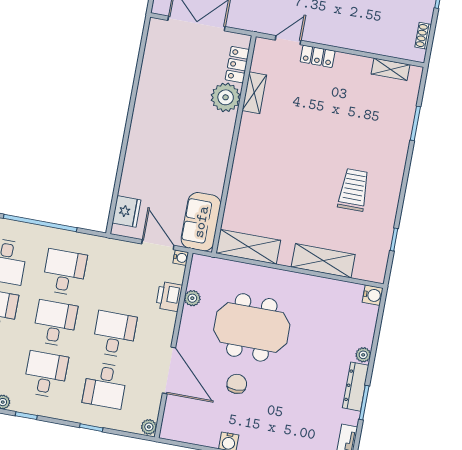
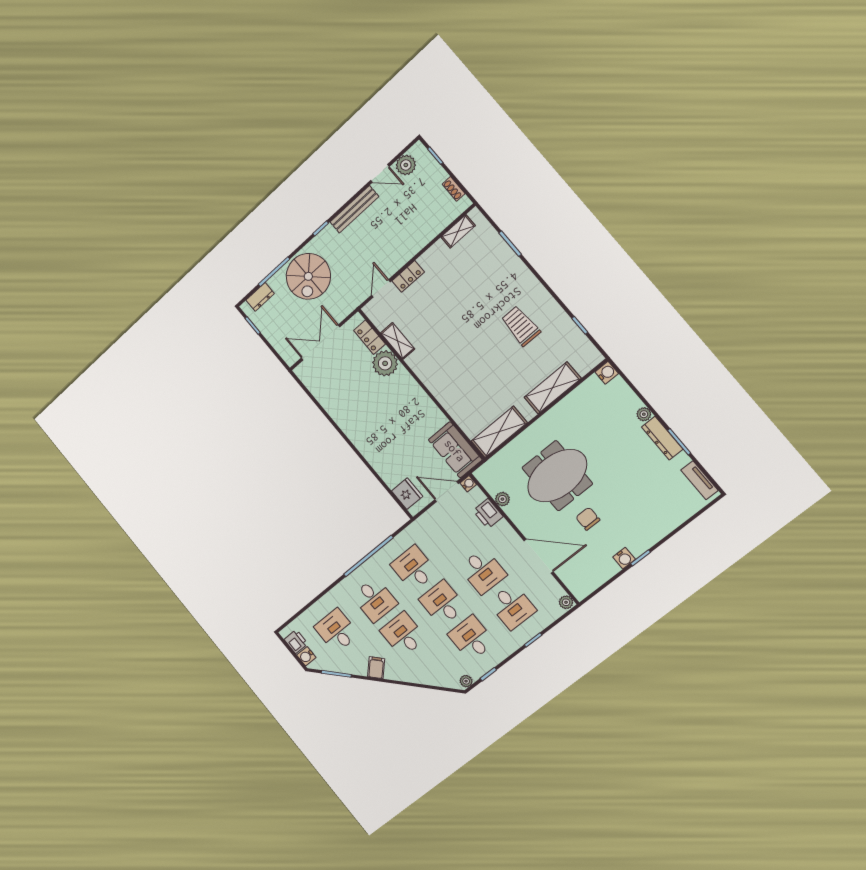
desk: (114, 334) -> (483, 571), turned 180

